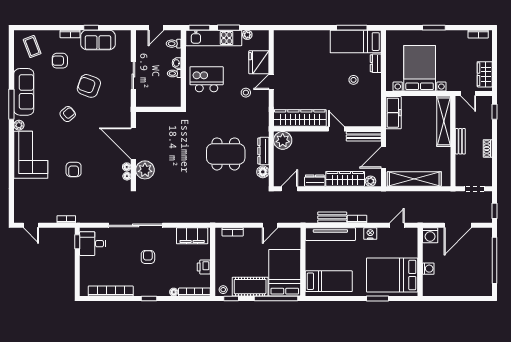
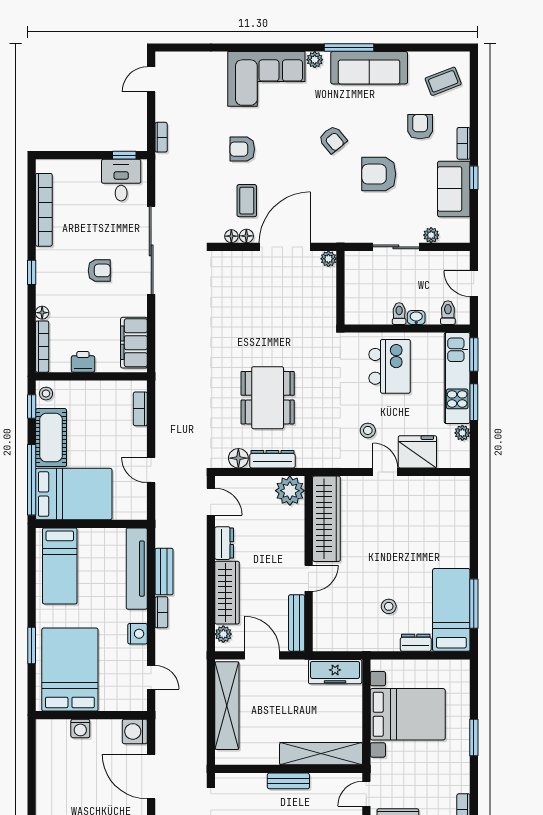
plant: (126, 54) -> (431, 235), added
armchair: (89, 86) -> (379, 174), turned -110
coffee table: (105, 167) -> (247, 201), added
plant: (145, 170) -> (328, 259), moved, width x0.53, depth x0.53

